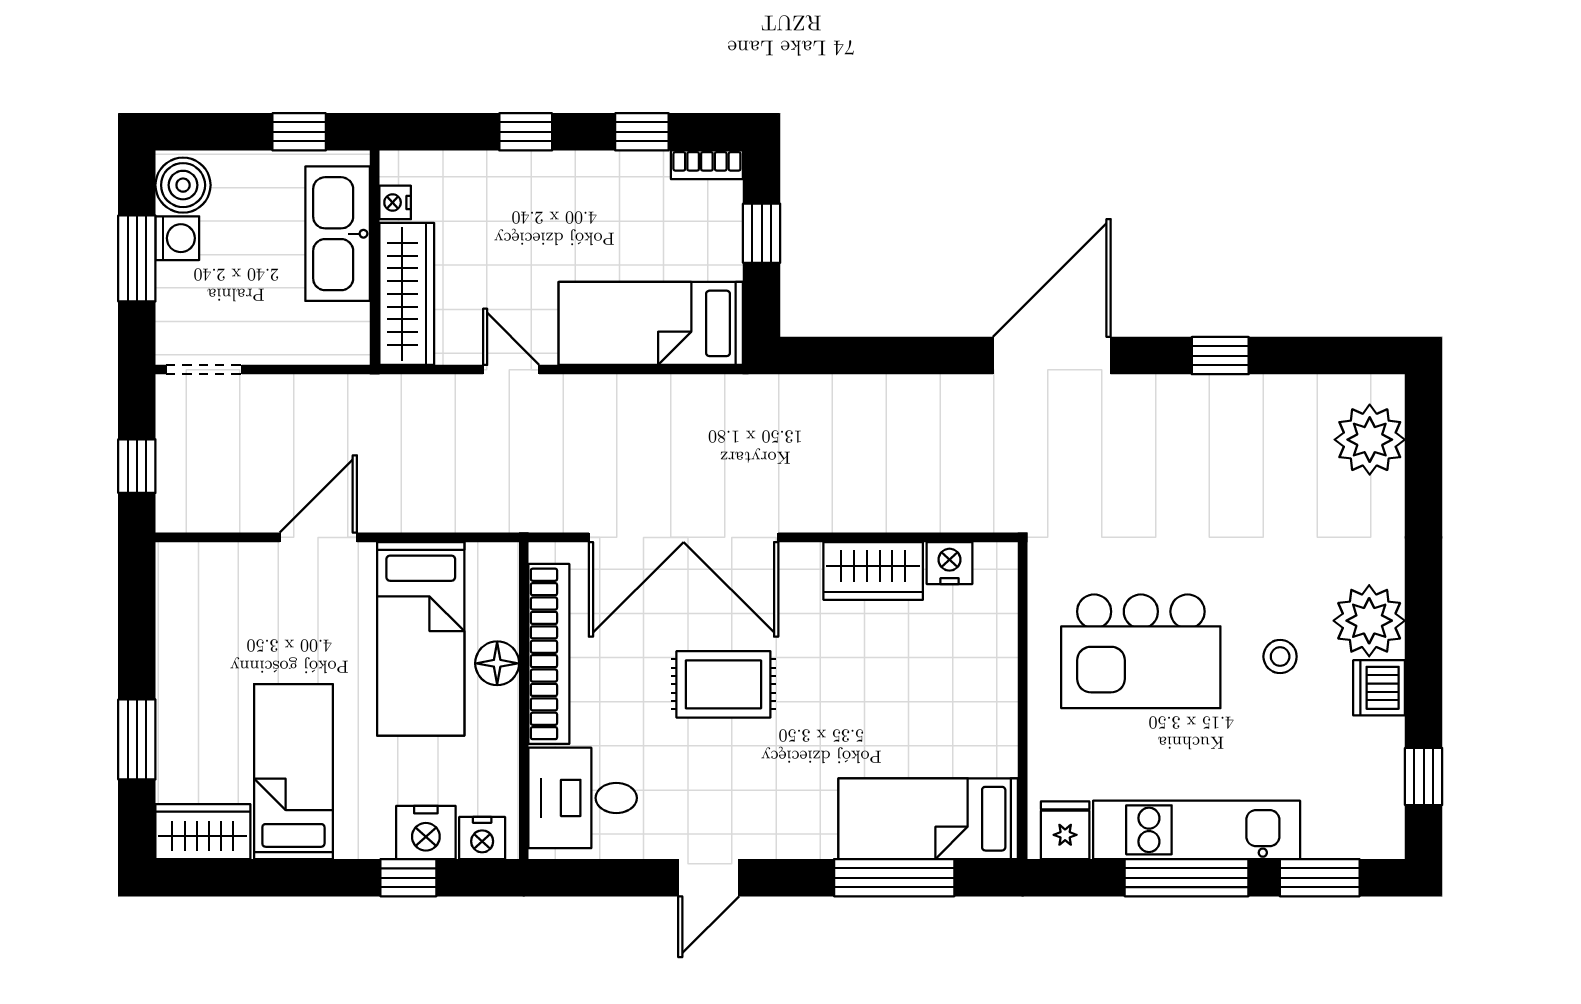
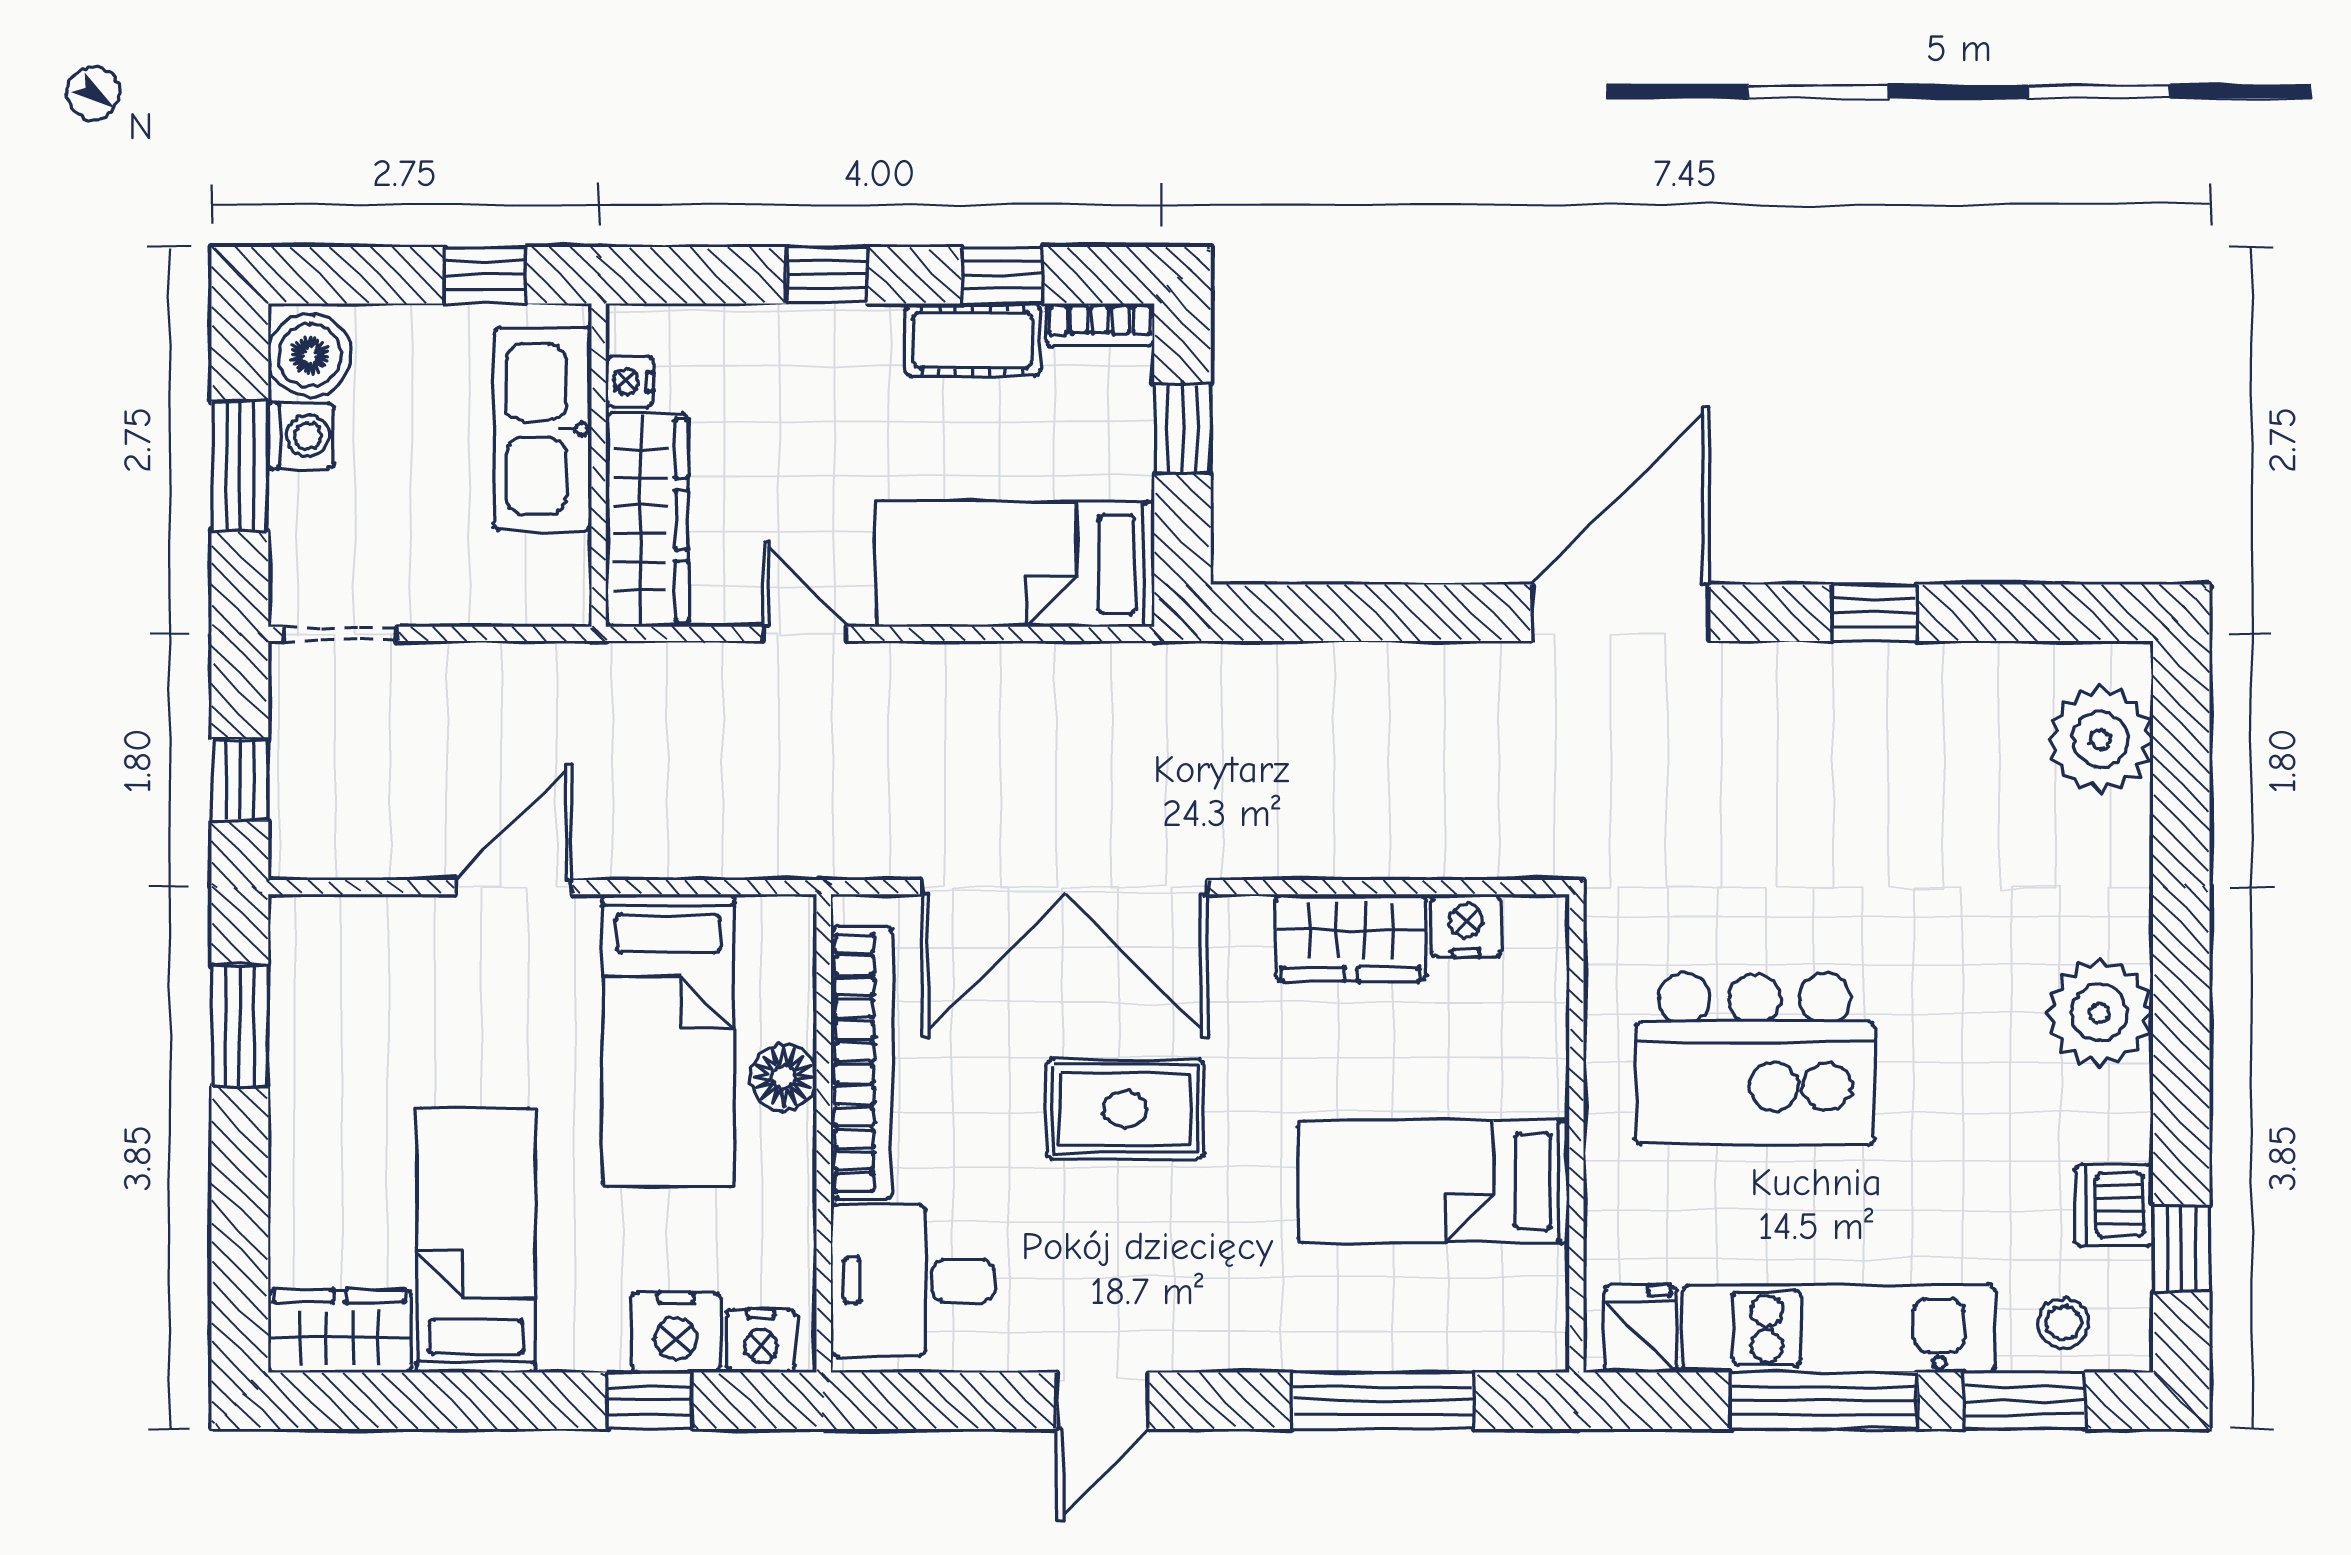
cot: (623, 175) -> (973, 340), added
stool: (1280, 657) -> (2063, 1323), moved
dishwasher: (1379, 688) -> (2114, 1205), moved
window: (137, 739) -> (240, 1026), moved
bed: (928, 819) -> (1434, 1182), moved

